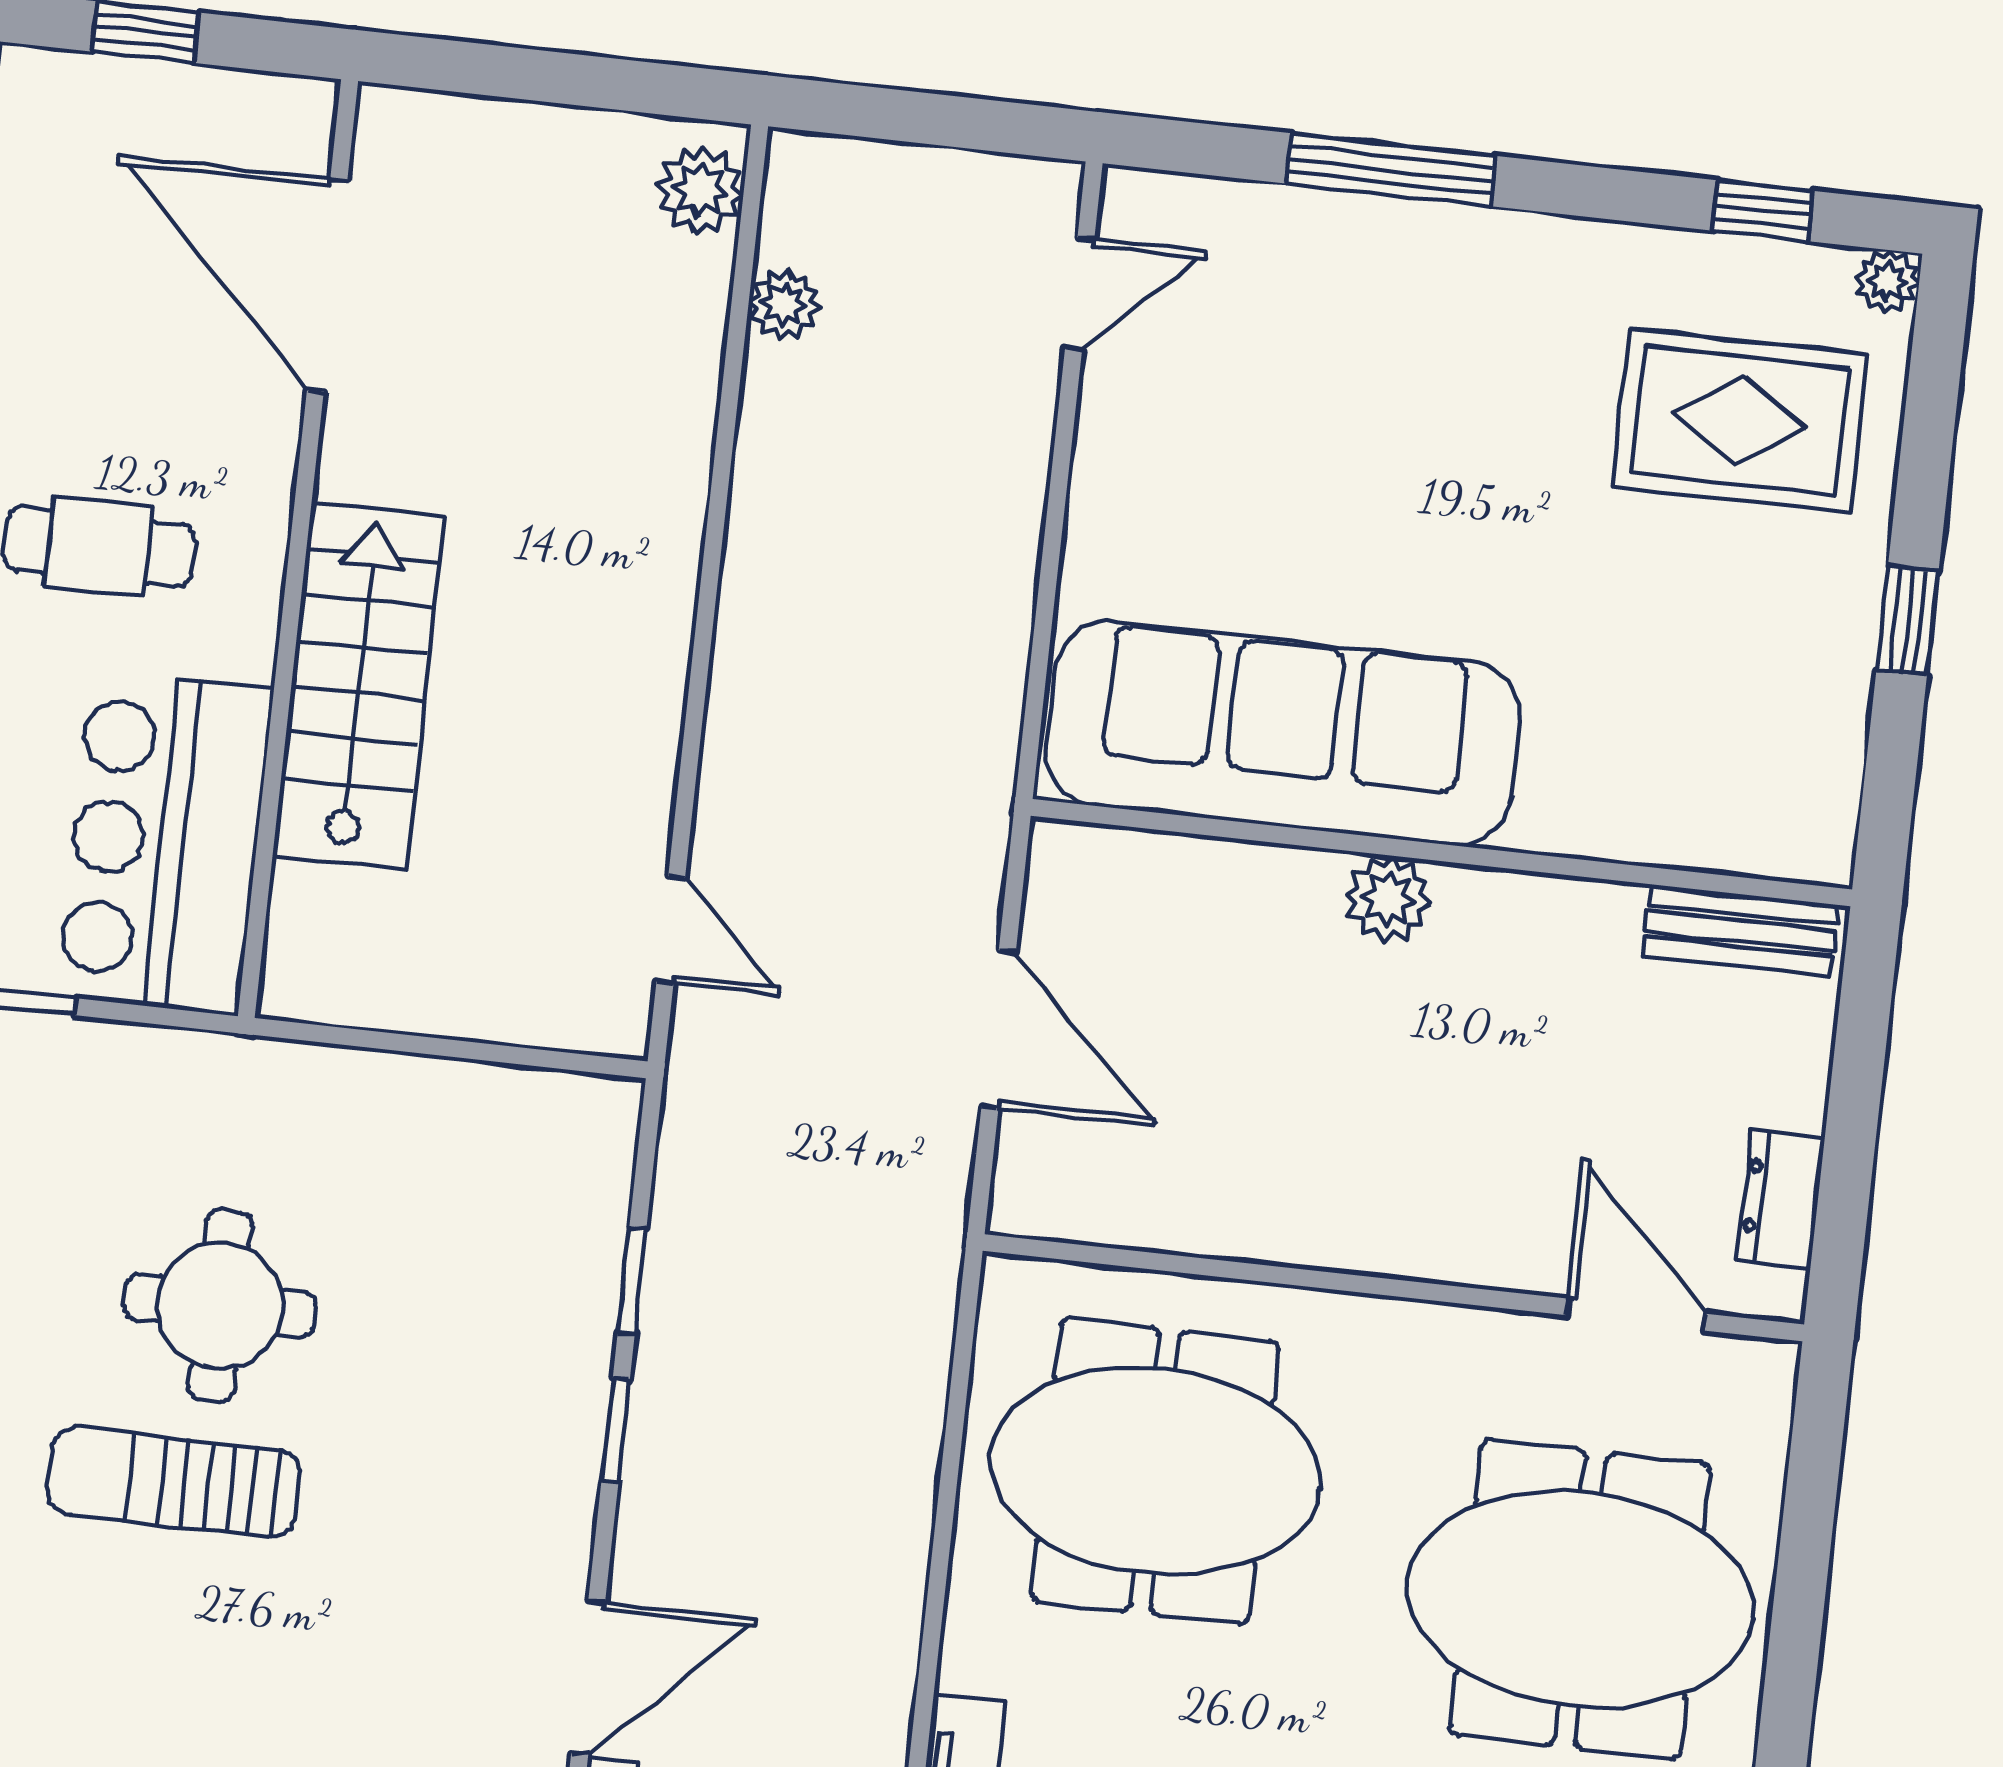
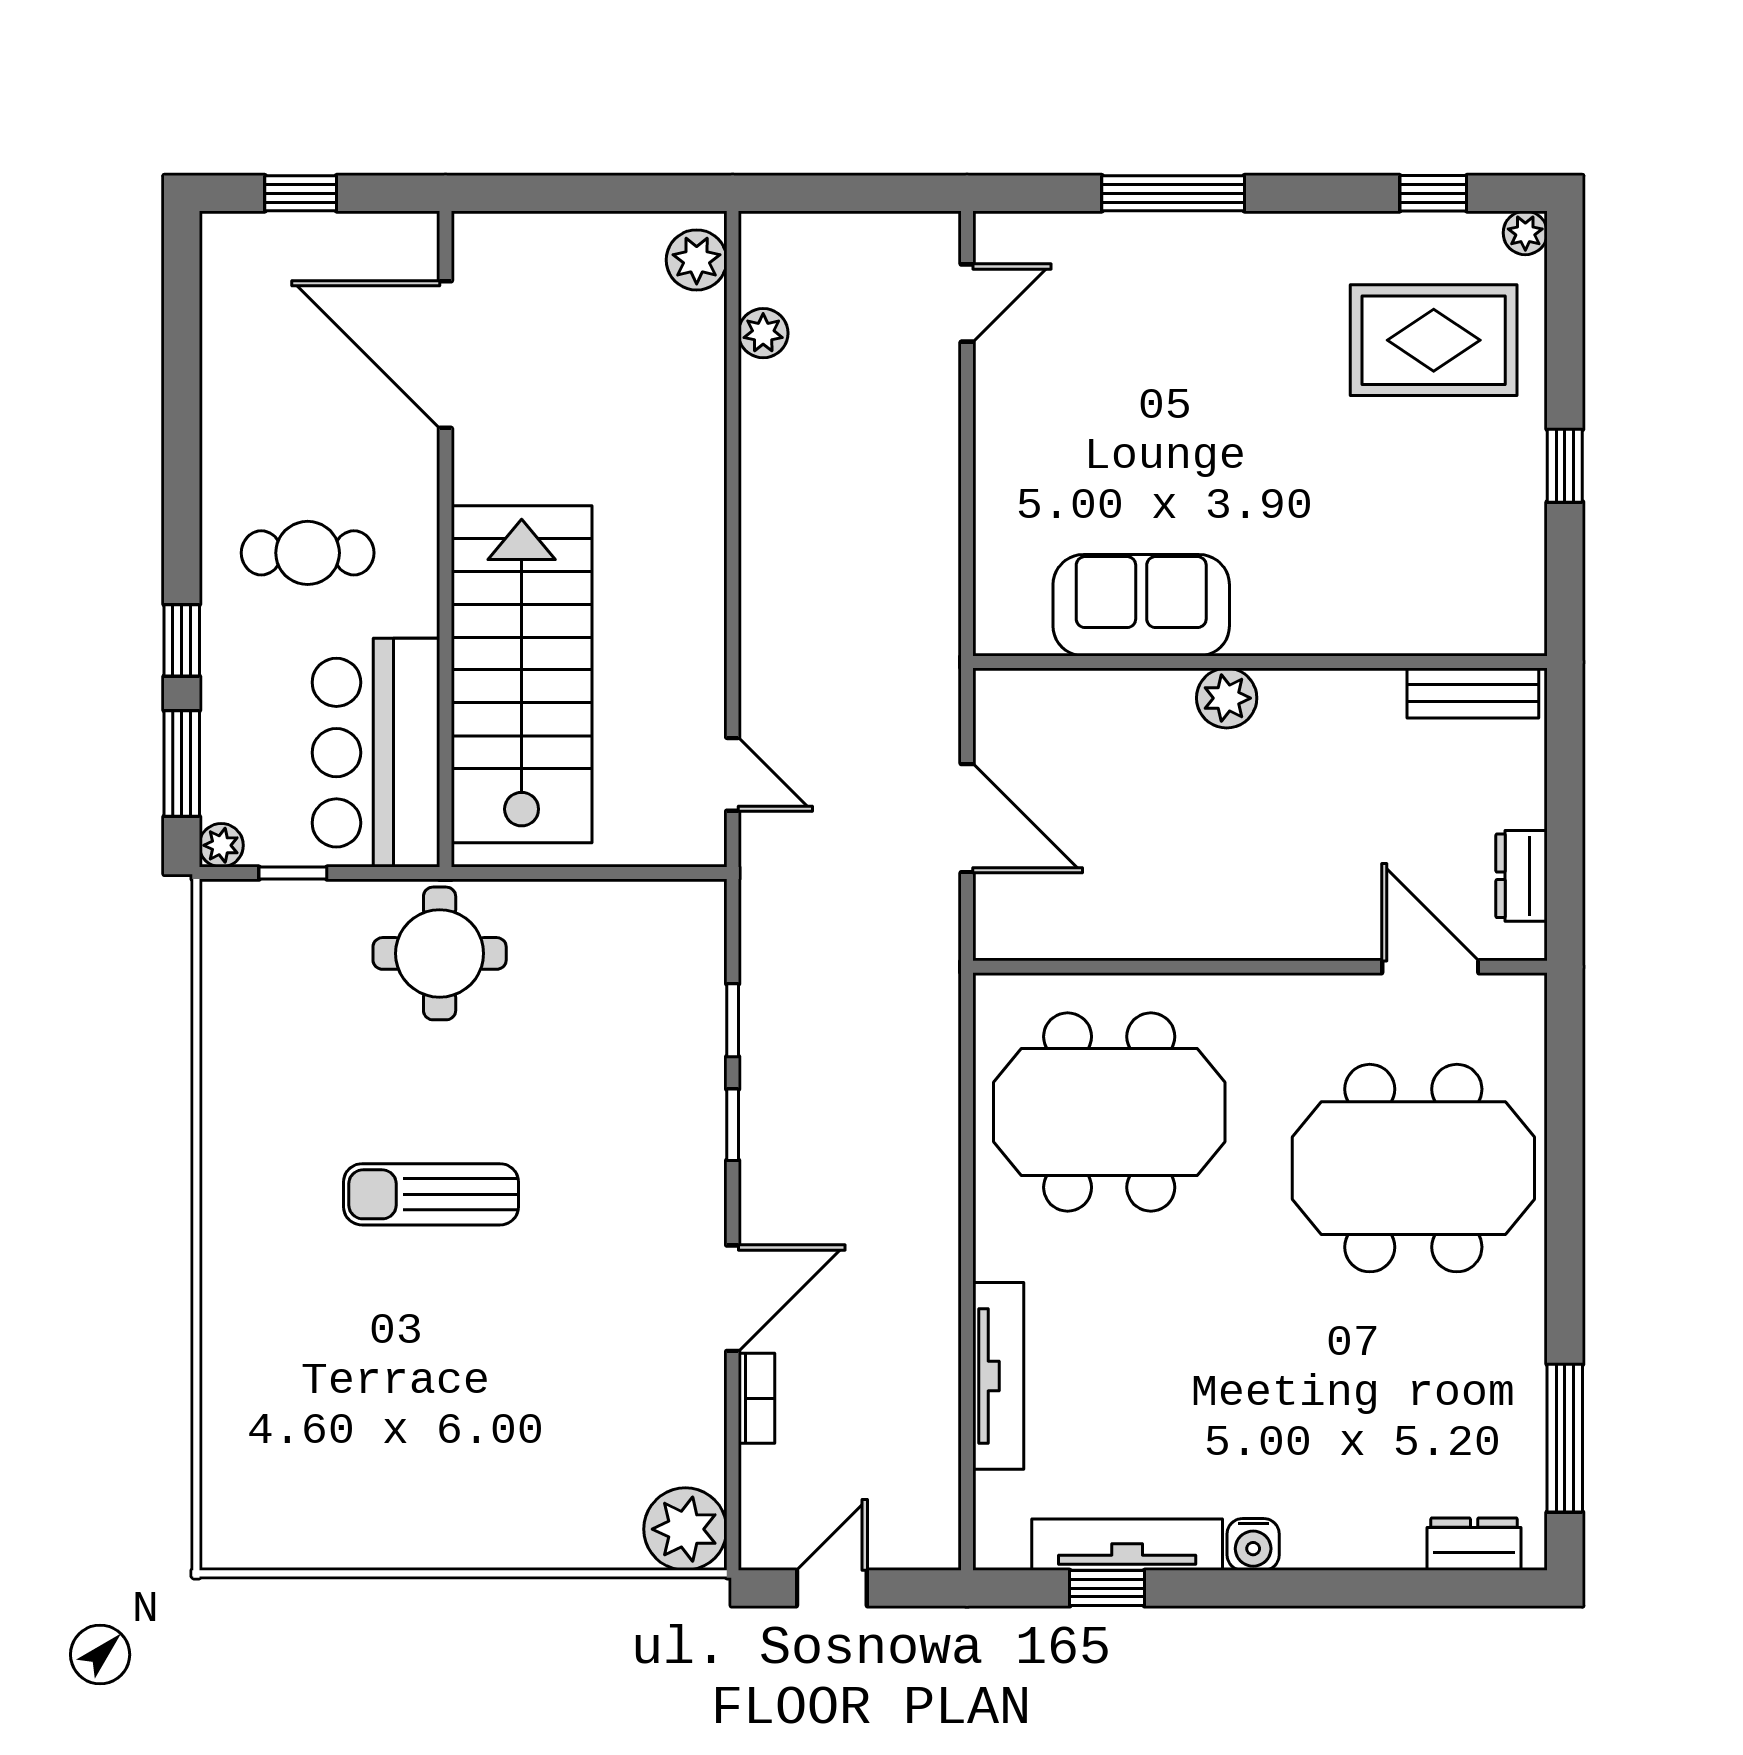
stairs: (359, 686) -> (522, 674), width x1.36, depth x1.51
sofa: (1283, 733) -> (1141, 605), width x0.54, depth x0.79
round table: (220, 1306) -> (440, 953), moved

